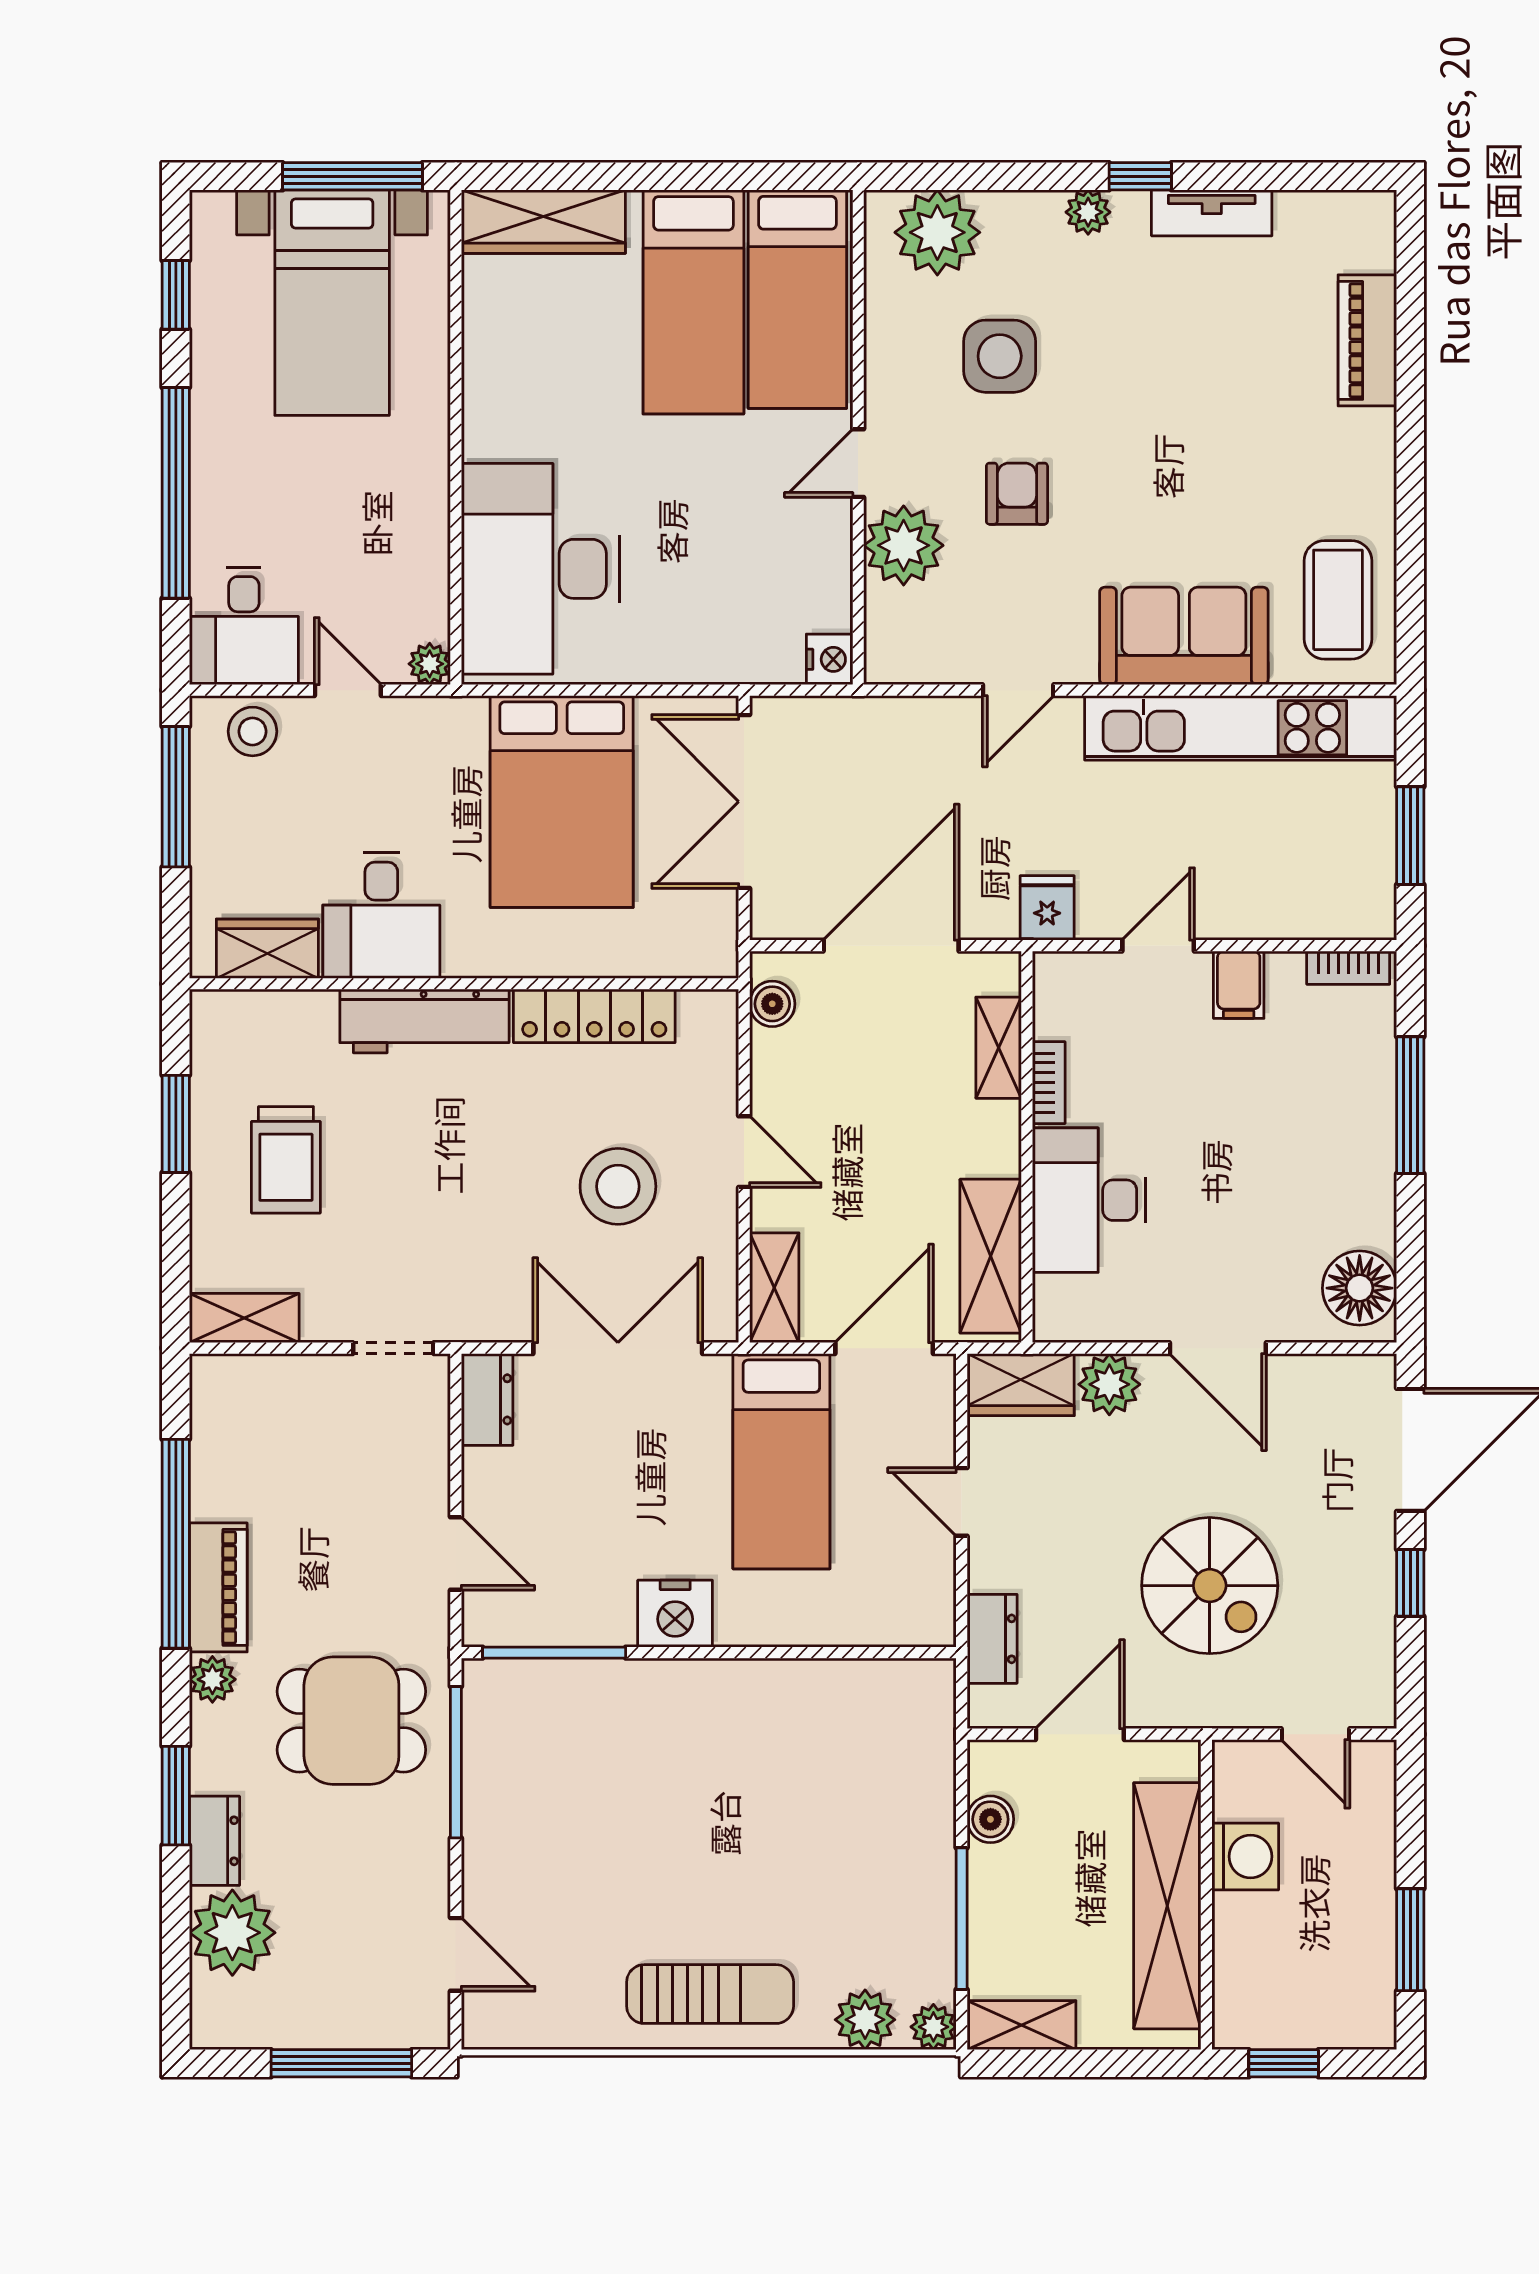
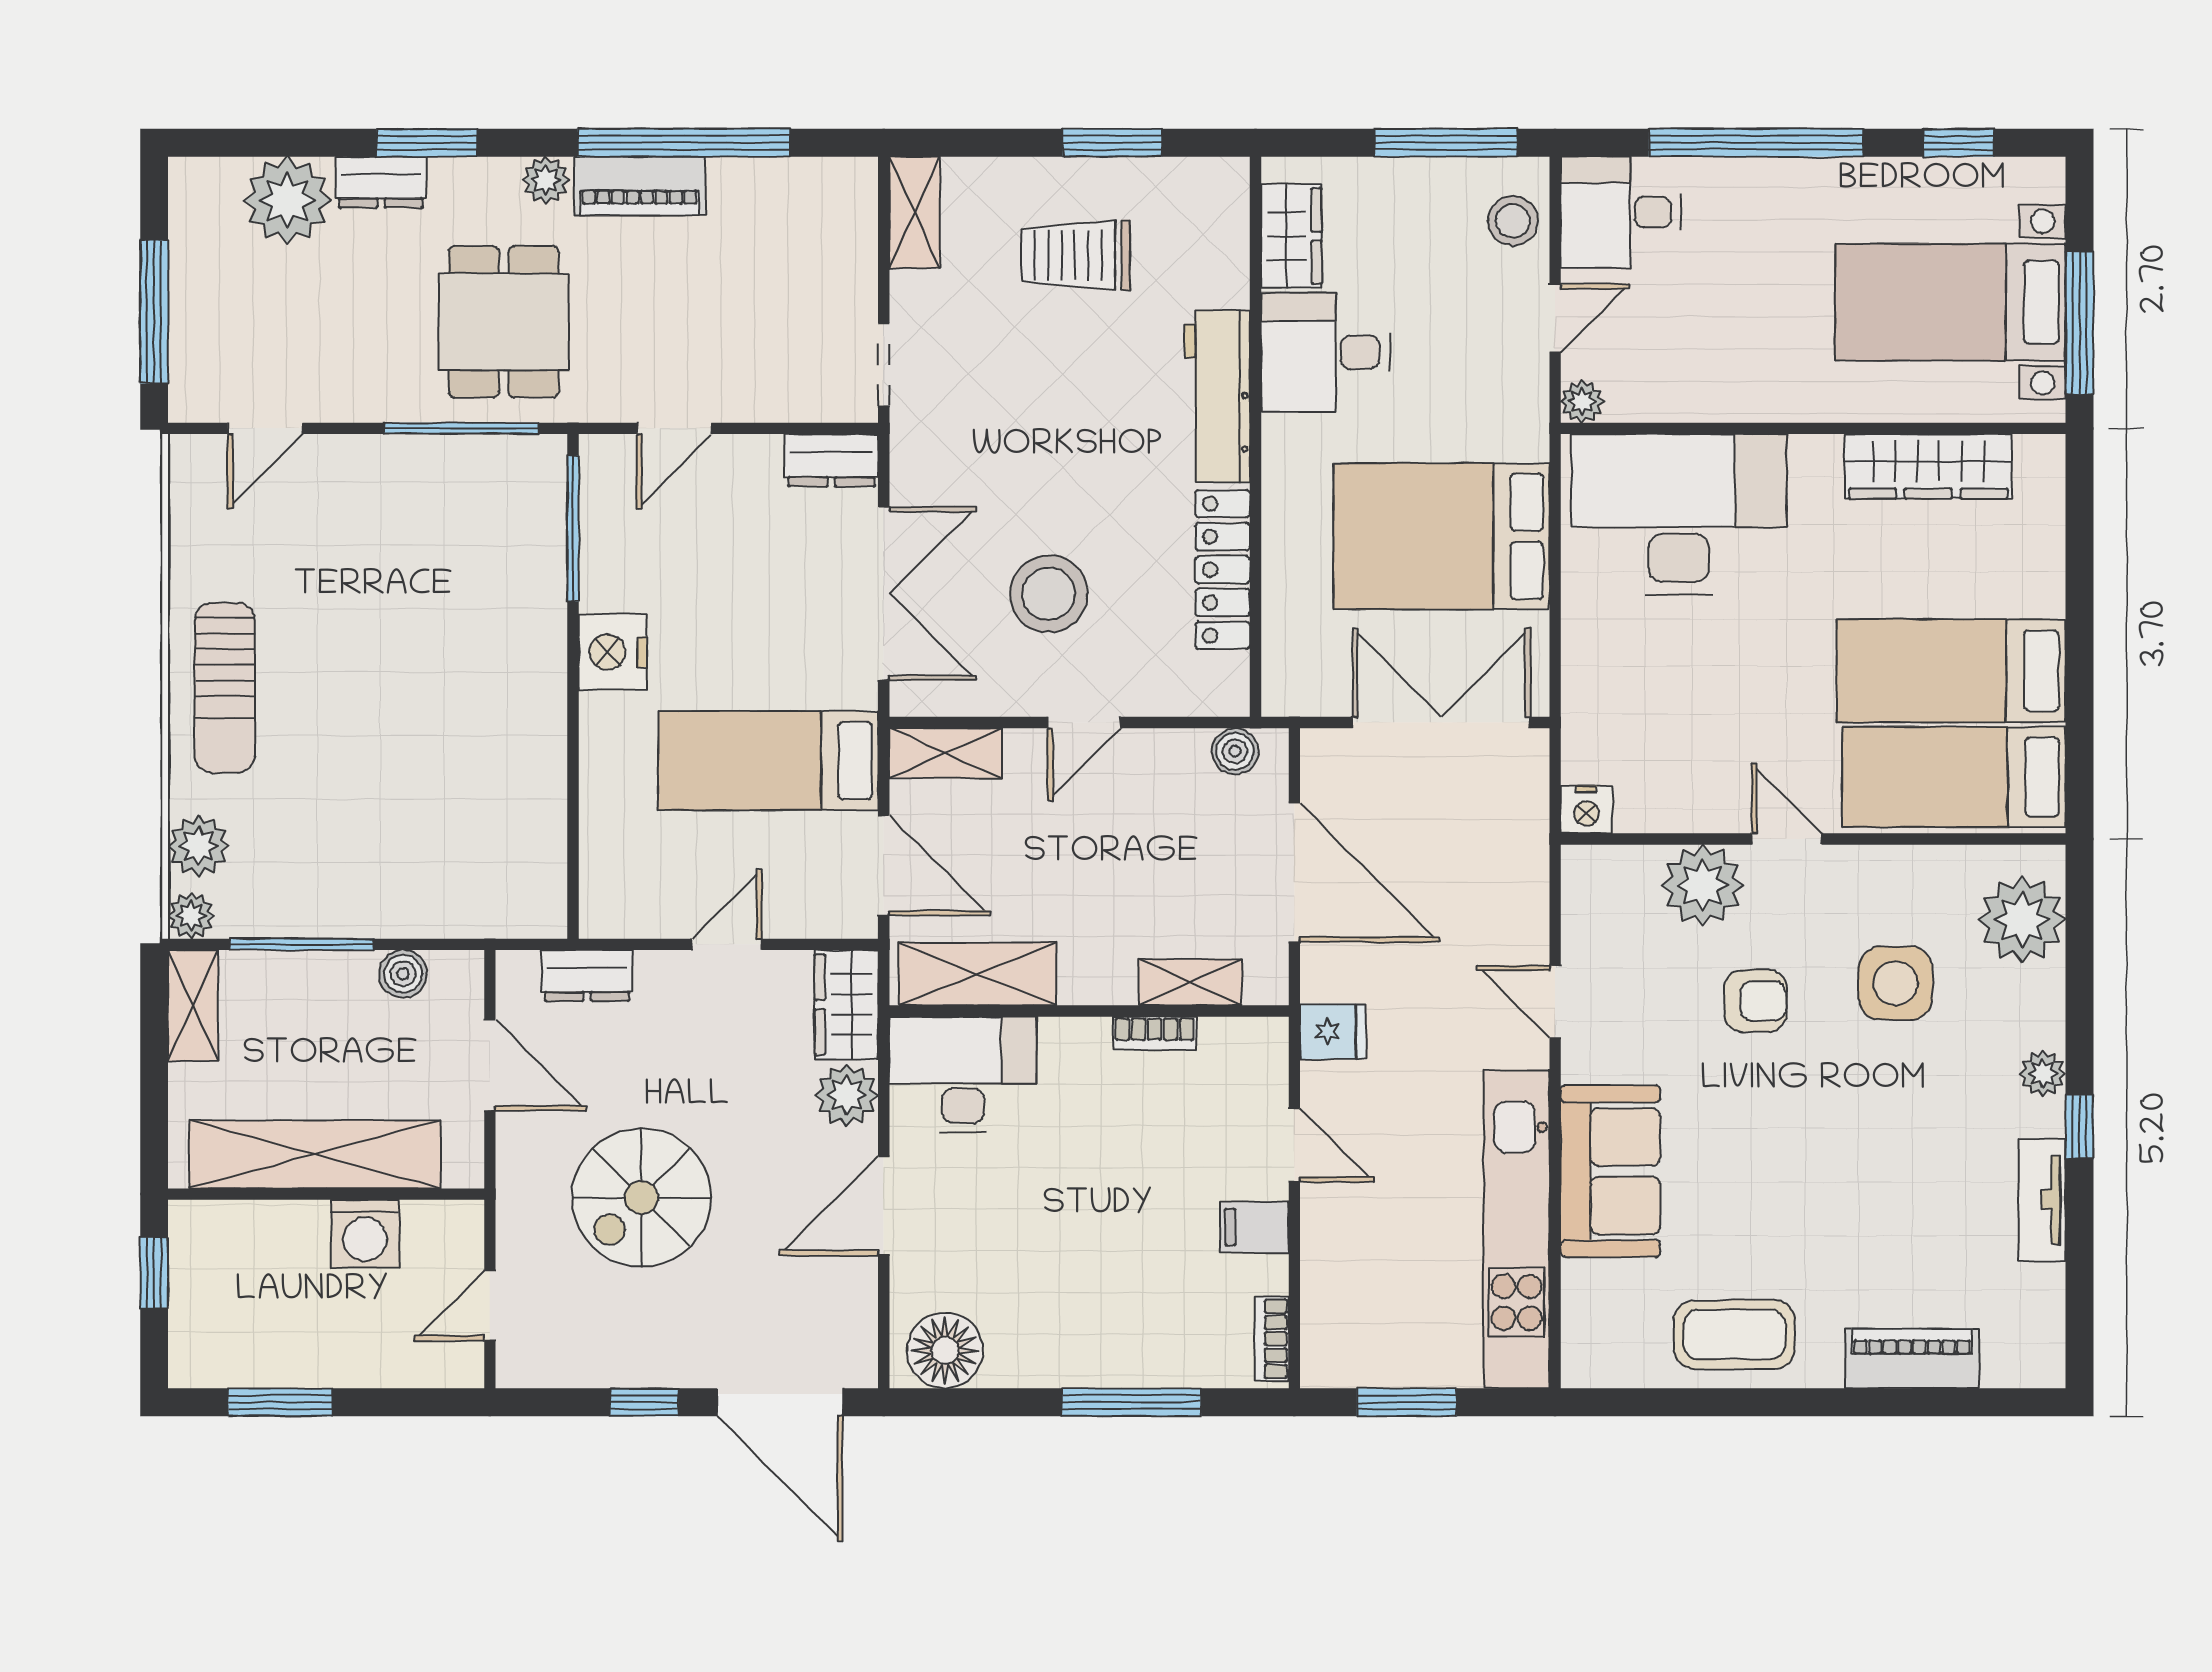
wardrobe: (543, 222) -> (1928, 466), moved, turned -90
coffee table: (1338, 600) -> (1734, 1335), moved
desk: (1089, 1200) -> (963, 1074), moved

